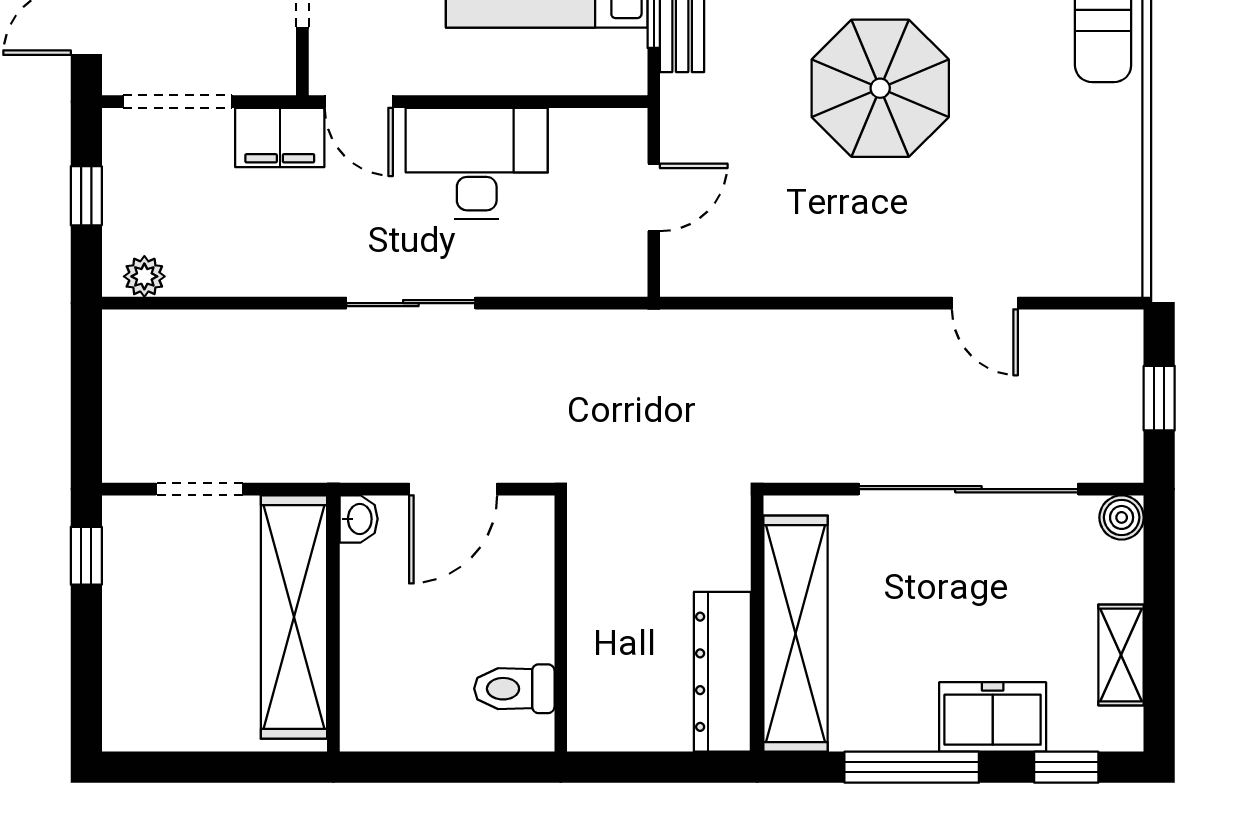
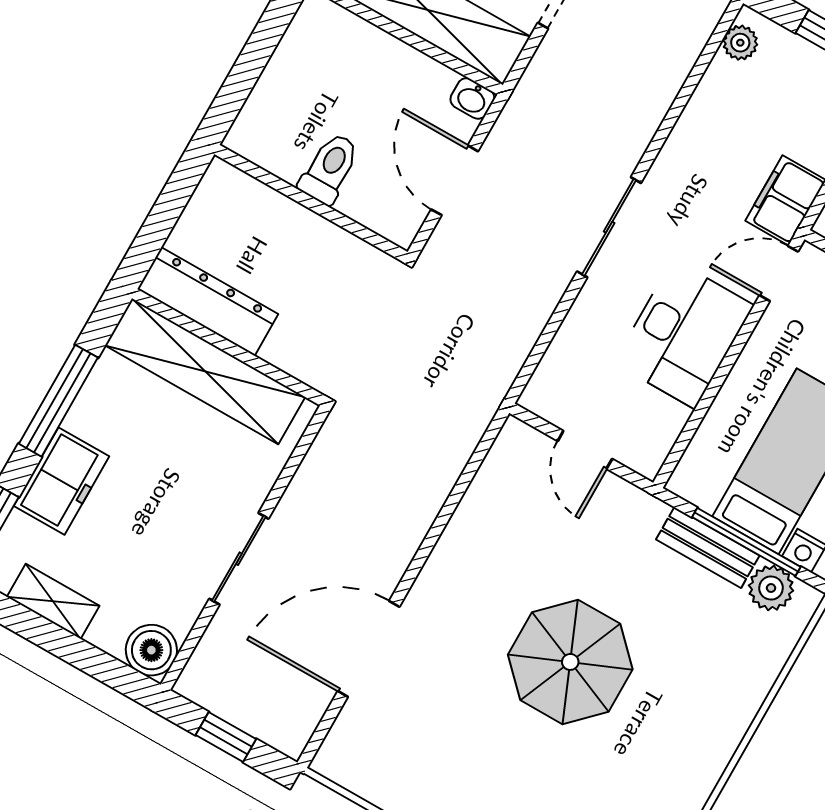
door: (985, 303) -> (369, 649), width x1.88
sliding door: (968, 489) -> (239, 559), width x0.54
boiler: (1122, 517) -> (151, 650), width x1.36, depth x1.36
toilet: (514, 689) -> (329, 169), moved

